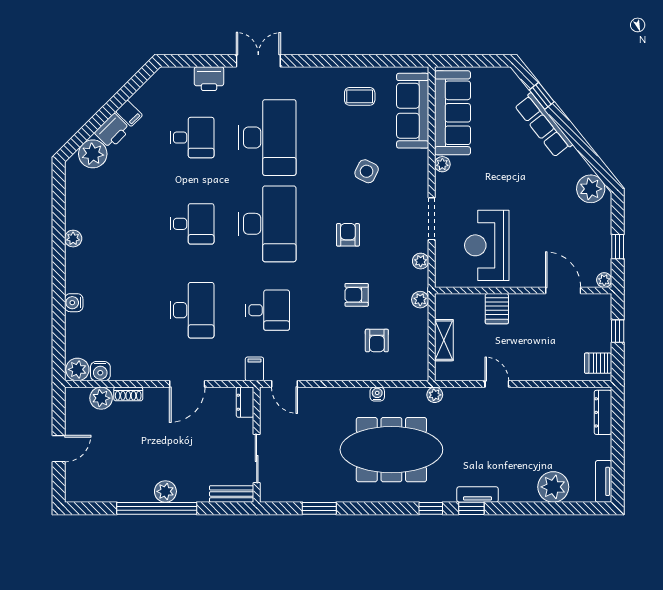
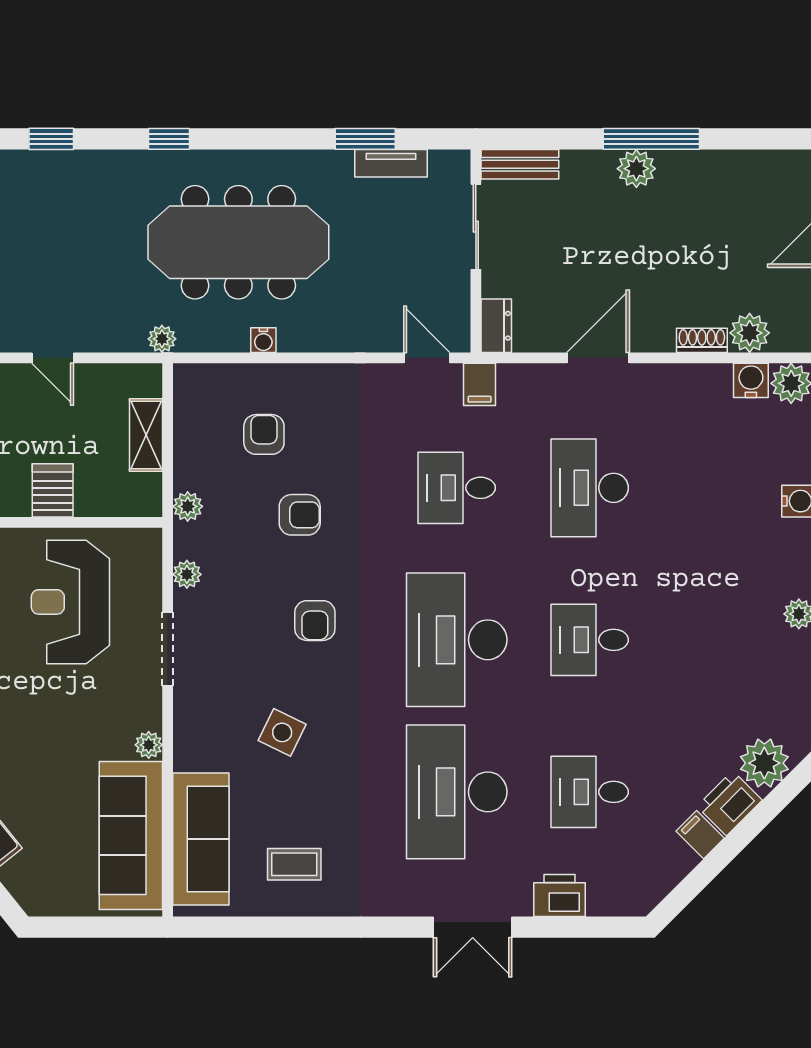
reception desk: (487, 245) -> (70, 602), turned 180
tv unit: (478, 494) -> (391, 163), moved
window: (157, 508) -> (651, 139), width x0.68
window: (471, 508) -> (51, 139), moved

